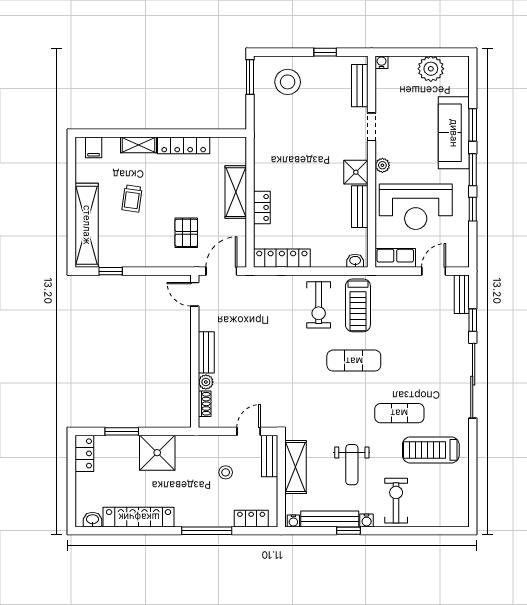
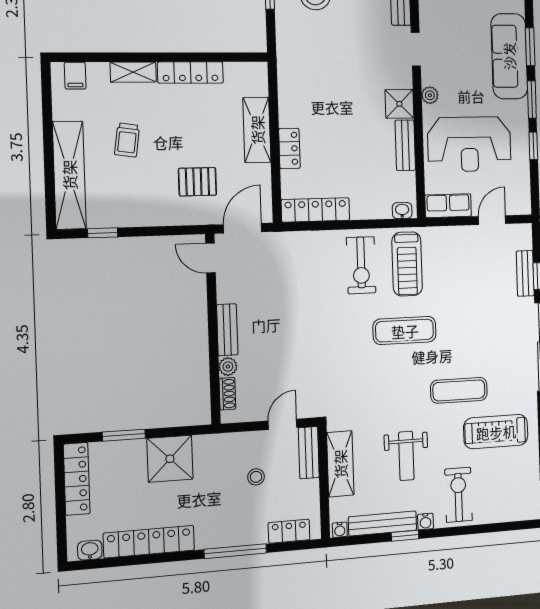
pallet: (186, 233) -> (197, 182), turned 90
bench: (462, 294) -> (525, 273), moved
locker: (84, 453) -> (77, 479), width x1.53

